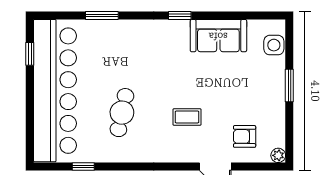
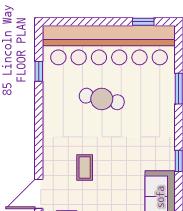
cafe table: (122, 113) -> (102, 99), moved

